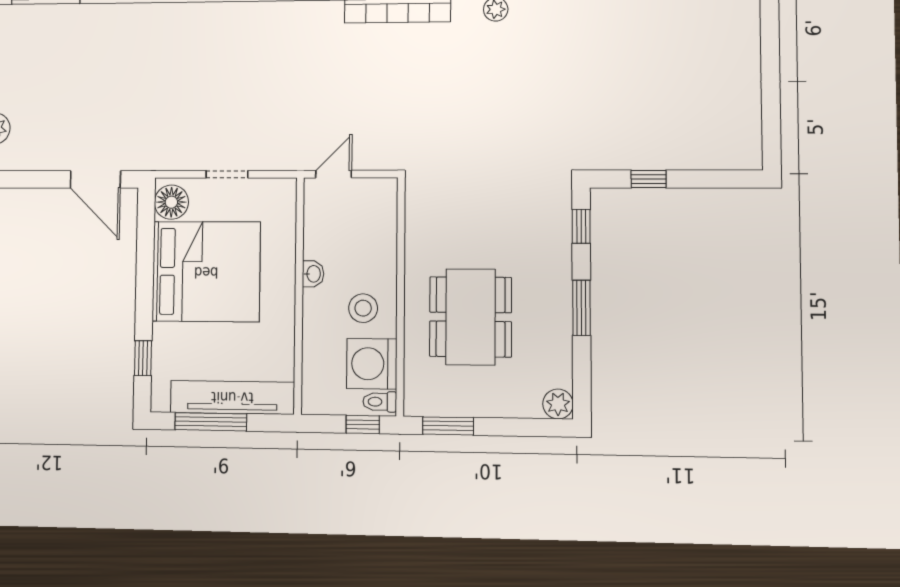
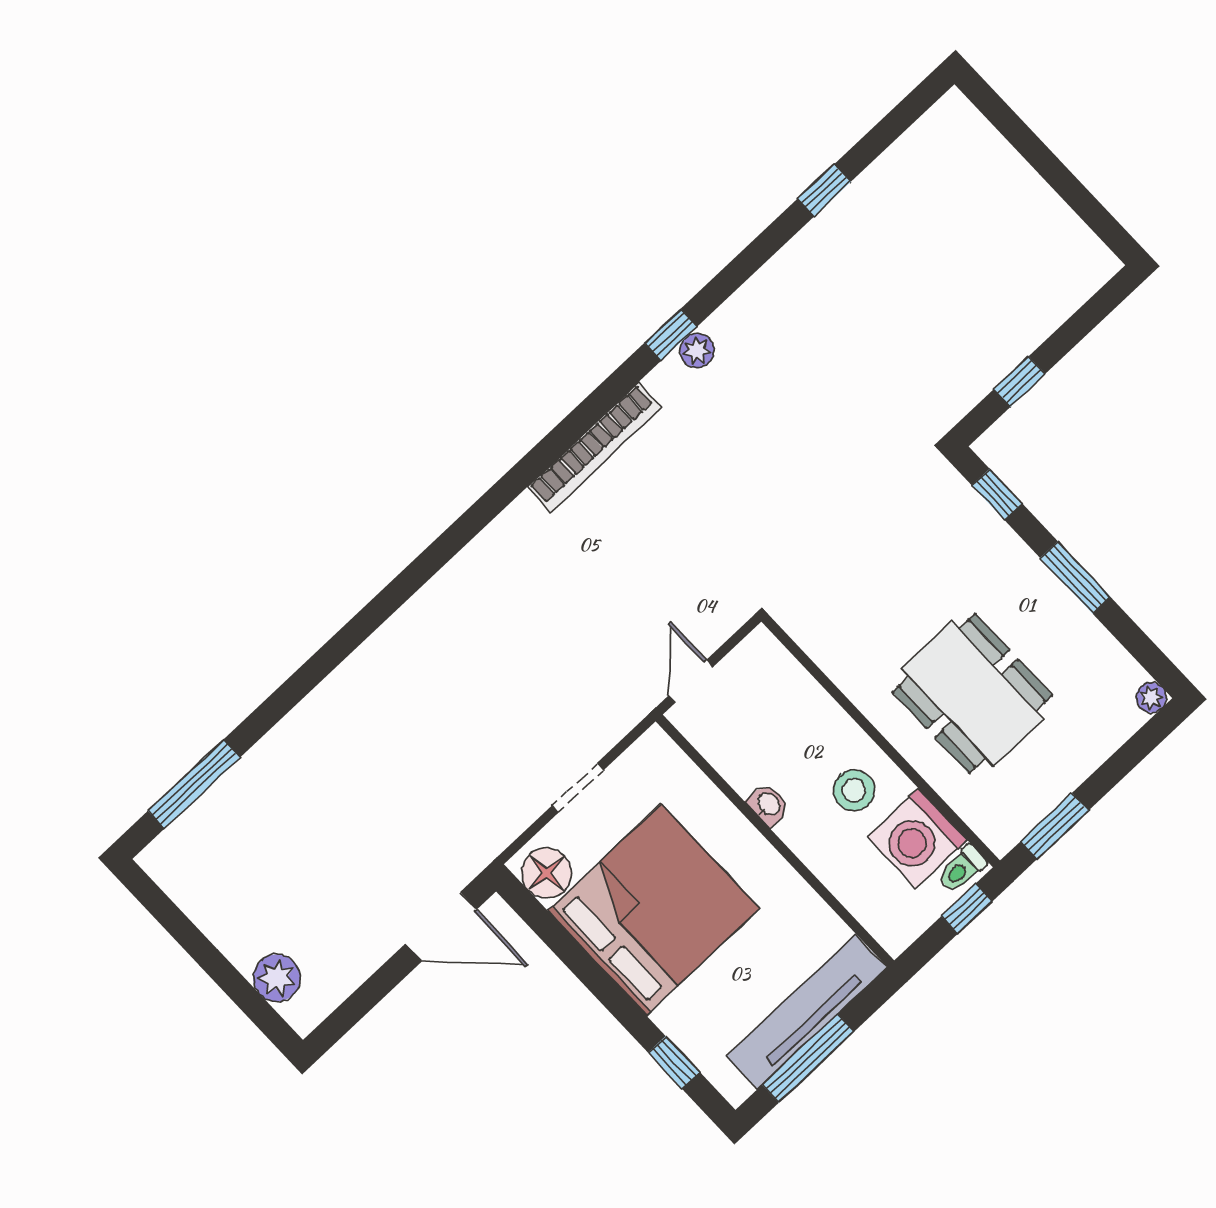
plant: (558, 404) -> (1151, 698), width x0.73, depth x0.73

